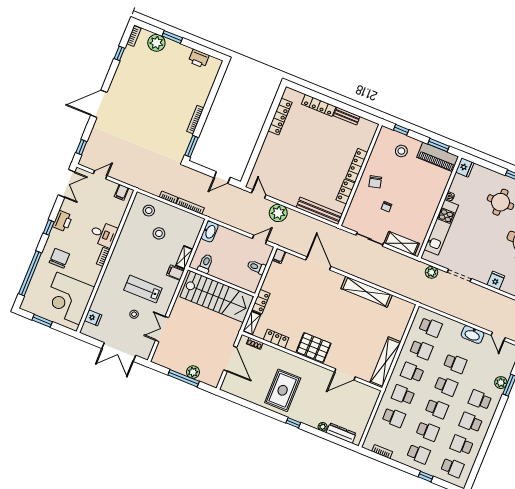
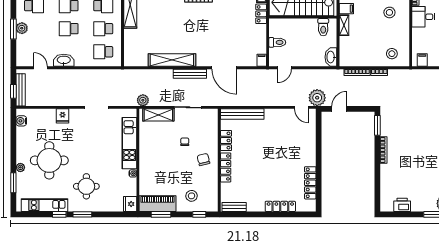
bench: (347, 116) -> (234, 207), moved
plant: (278, 213) -> (317, 98), moved
stool: (159, 233) -> (389, 12), moved
bench: (354, 271) -> (190, 74), added
plant: (432, 272) -> (143, 100), moved

